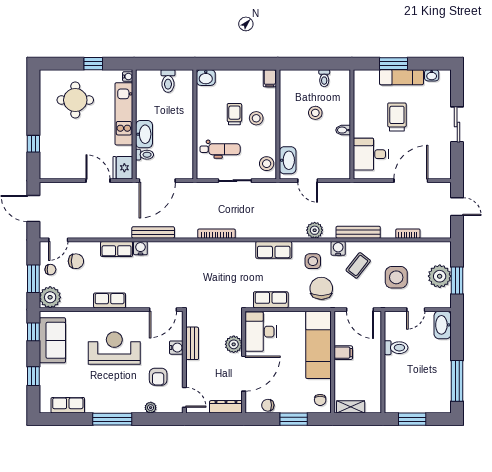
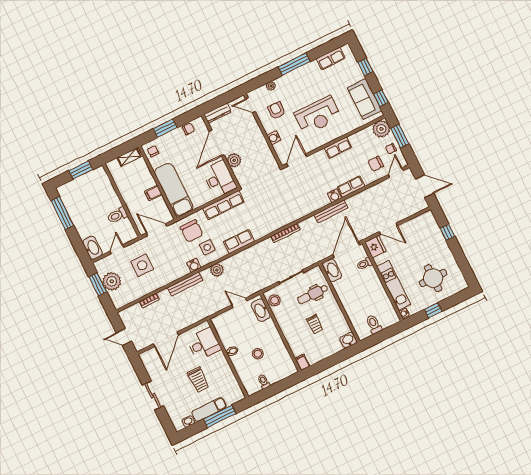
window: (394, 64) -> (220, 416), width x1.44
stool: (256, 118) -> (298, 329), removed
washbasin: (144, 134) -> (332, 270), moved, turned 180
coffee table: (358, 265) -> (173, 260), removed
row of seats: (271, 300) -> (223, 205), width x1.48
bench: (192, 343) -> (264, 146), removed

